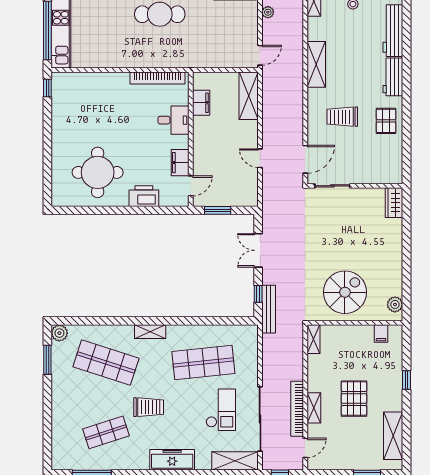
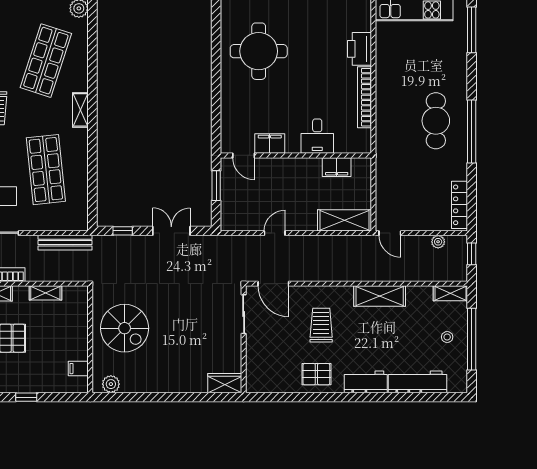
bookcase: (157, 78) -> (364, 97), moved
printer: (144, 196) -> (360, 49), moved, turned 180
bench: (269, 309) -> (65, 243), moved
shelving: (313, 339) -> (45, 293), moved

